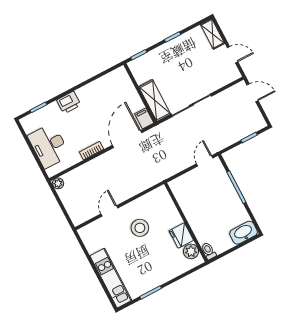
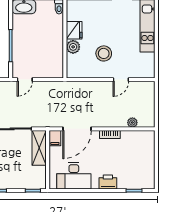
desk: (49, 146) -> (74, 176), moved, turned 90
plant: (58, 183) -> (132, 123), moved
plant: (191, 251) -> (73, 47), moved

